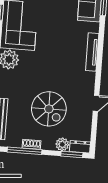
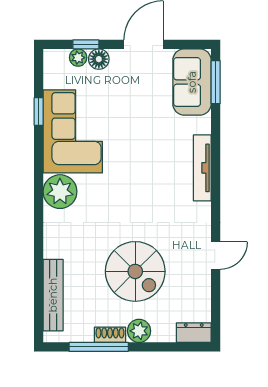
plant: (62, 144) -> (139, 331), moved
window: (72, 154) -> (181, 347), removed

